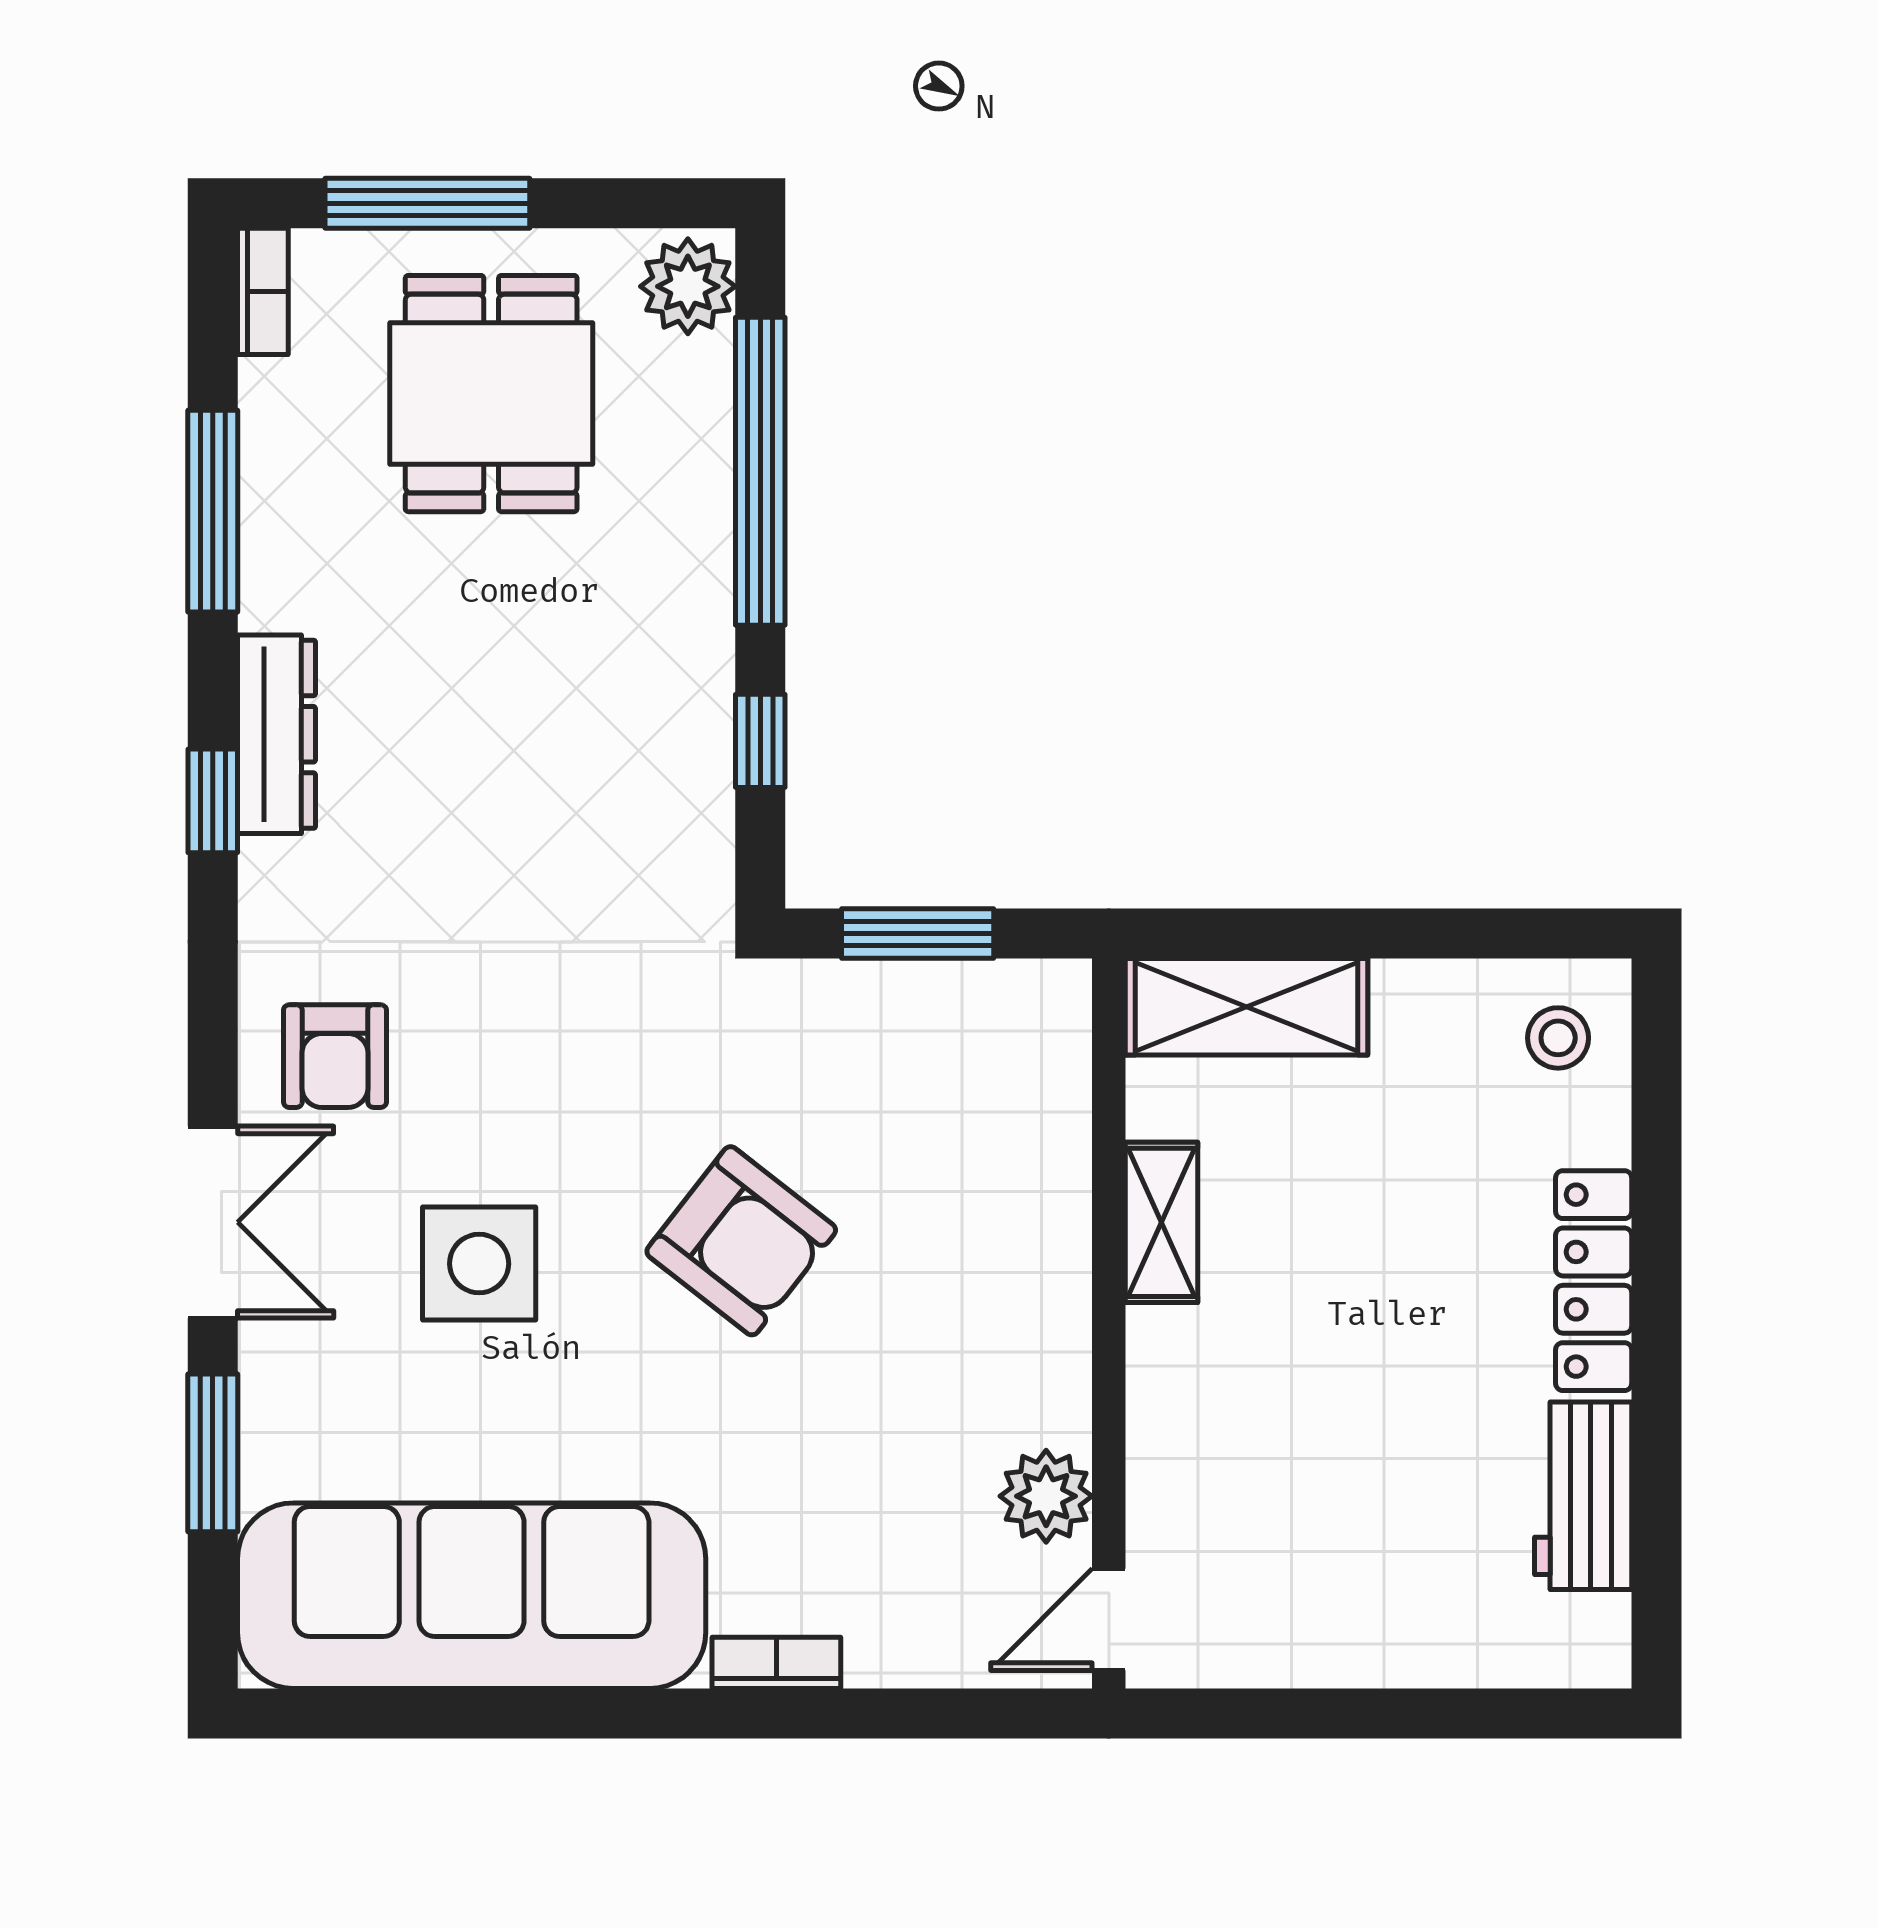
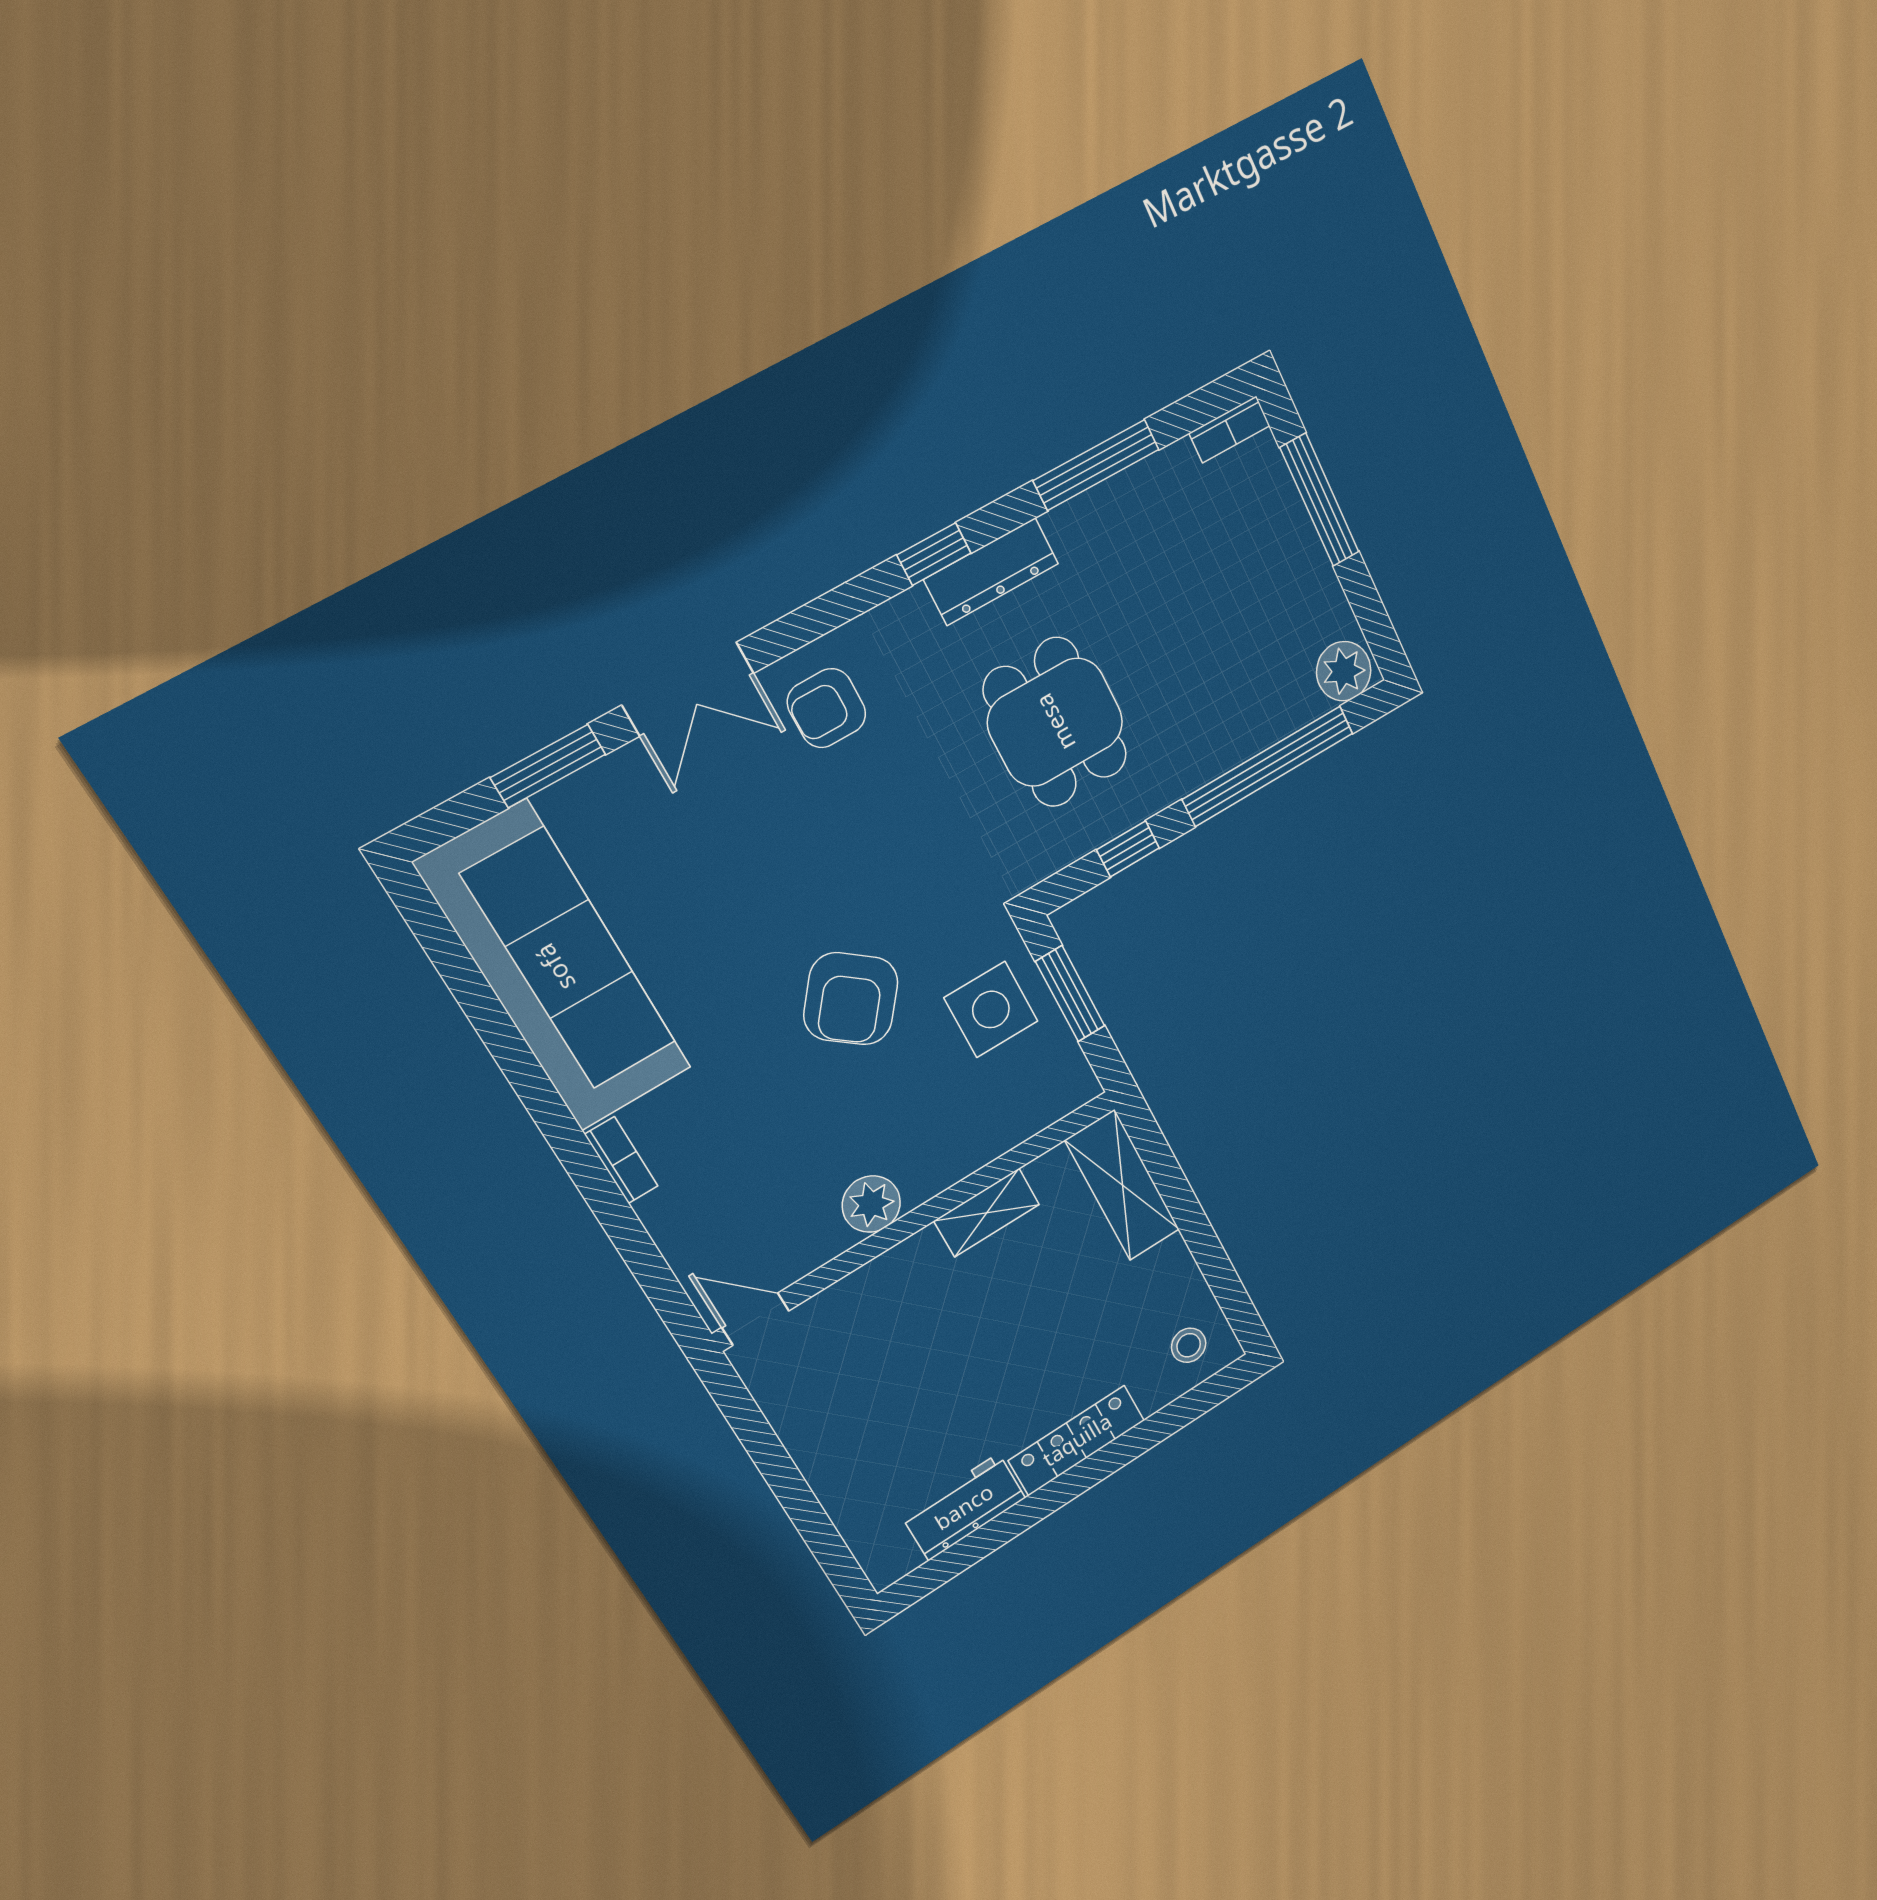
dining table: (491, 394) -> (1055, 722), moved, turned 90
side table: (479, 1264) -> (991, 1009), moved
plant: (1046, 1496) -> (871, 1204), moved

